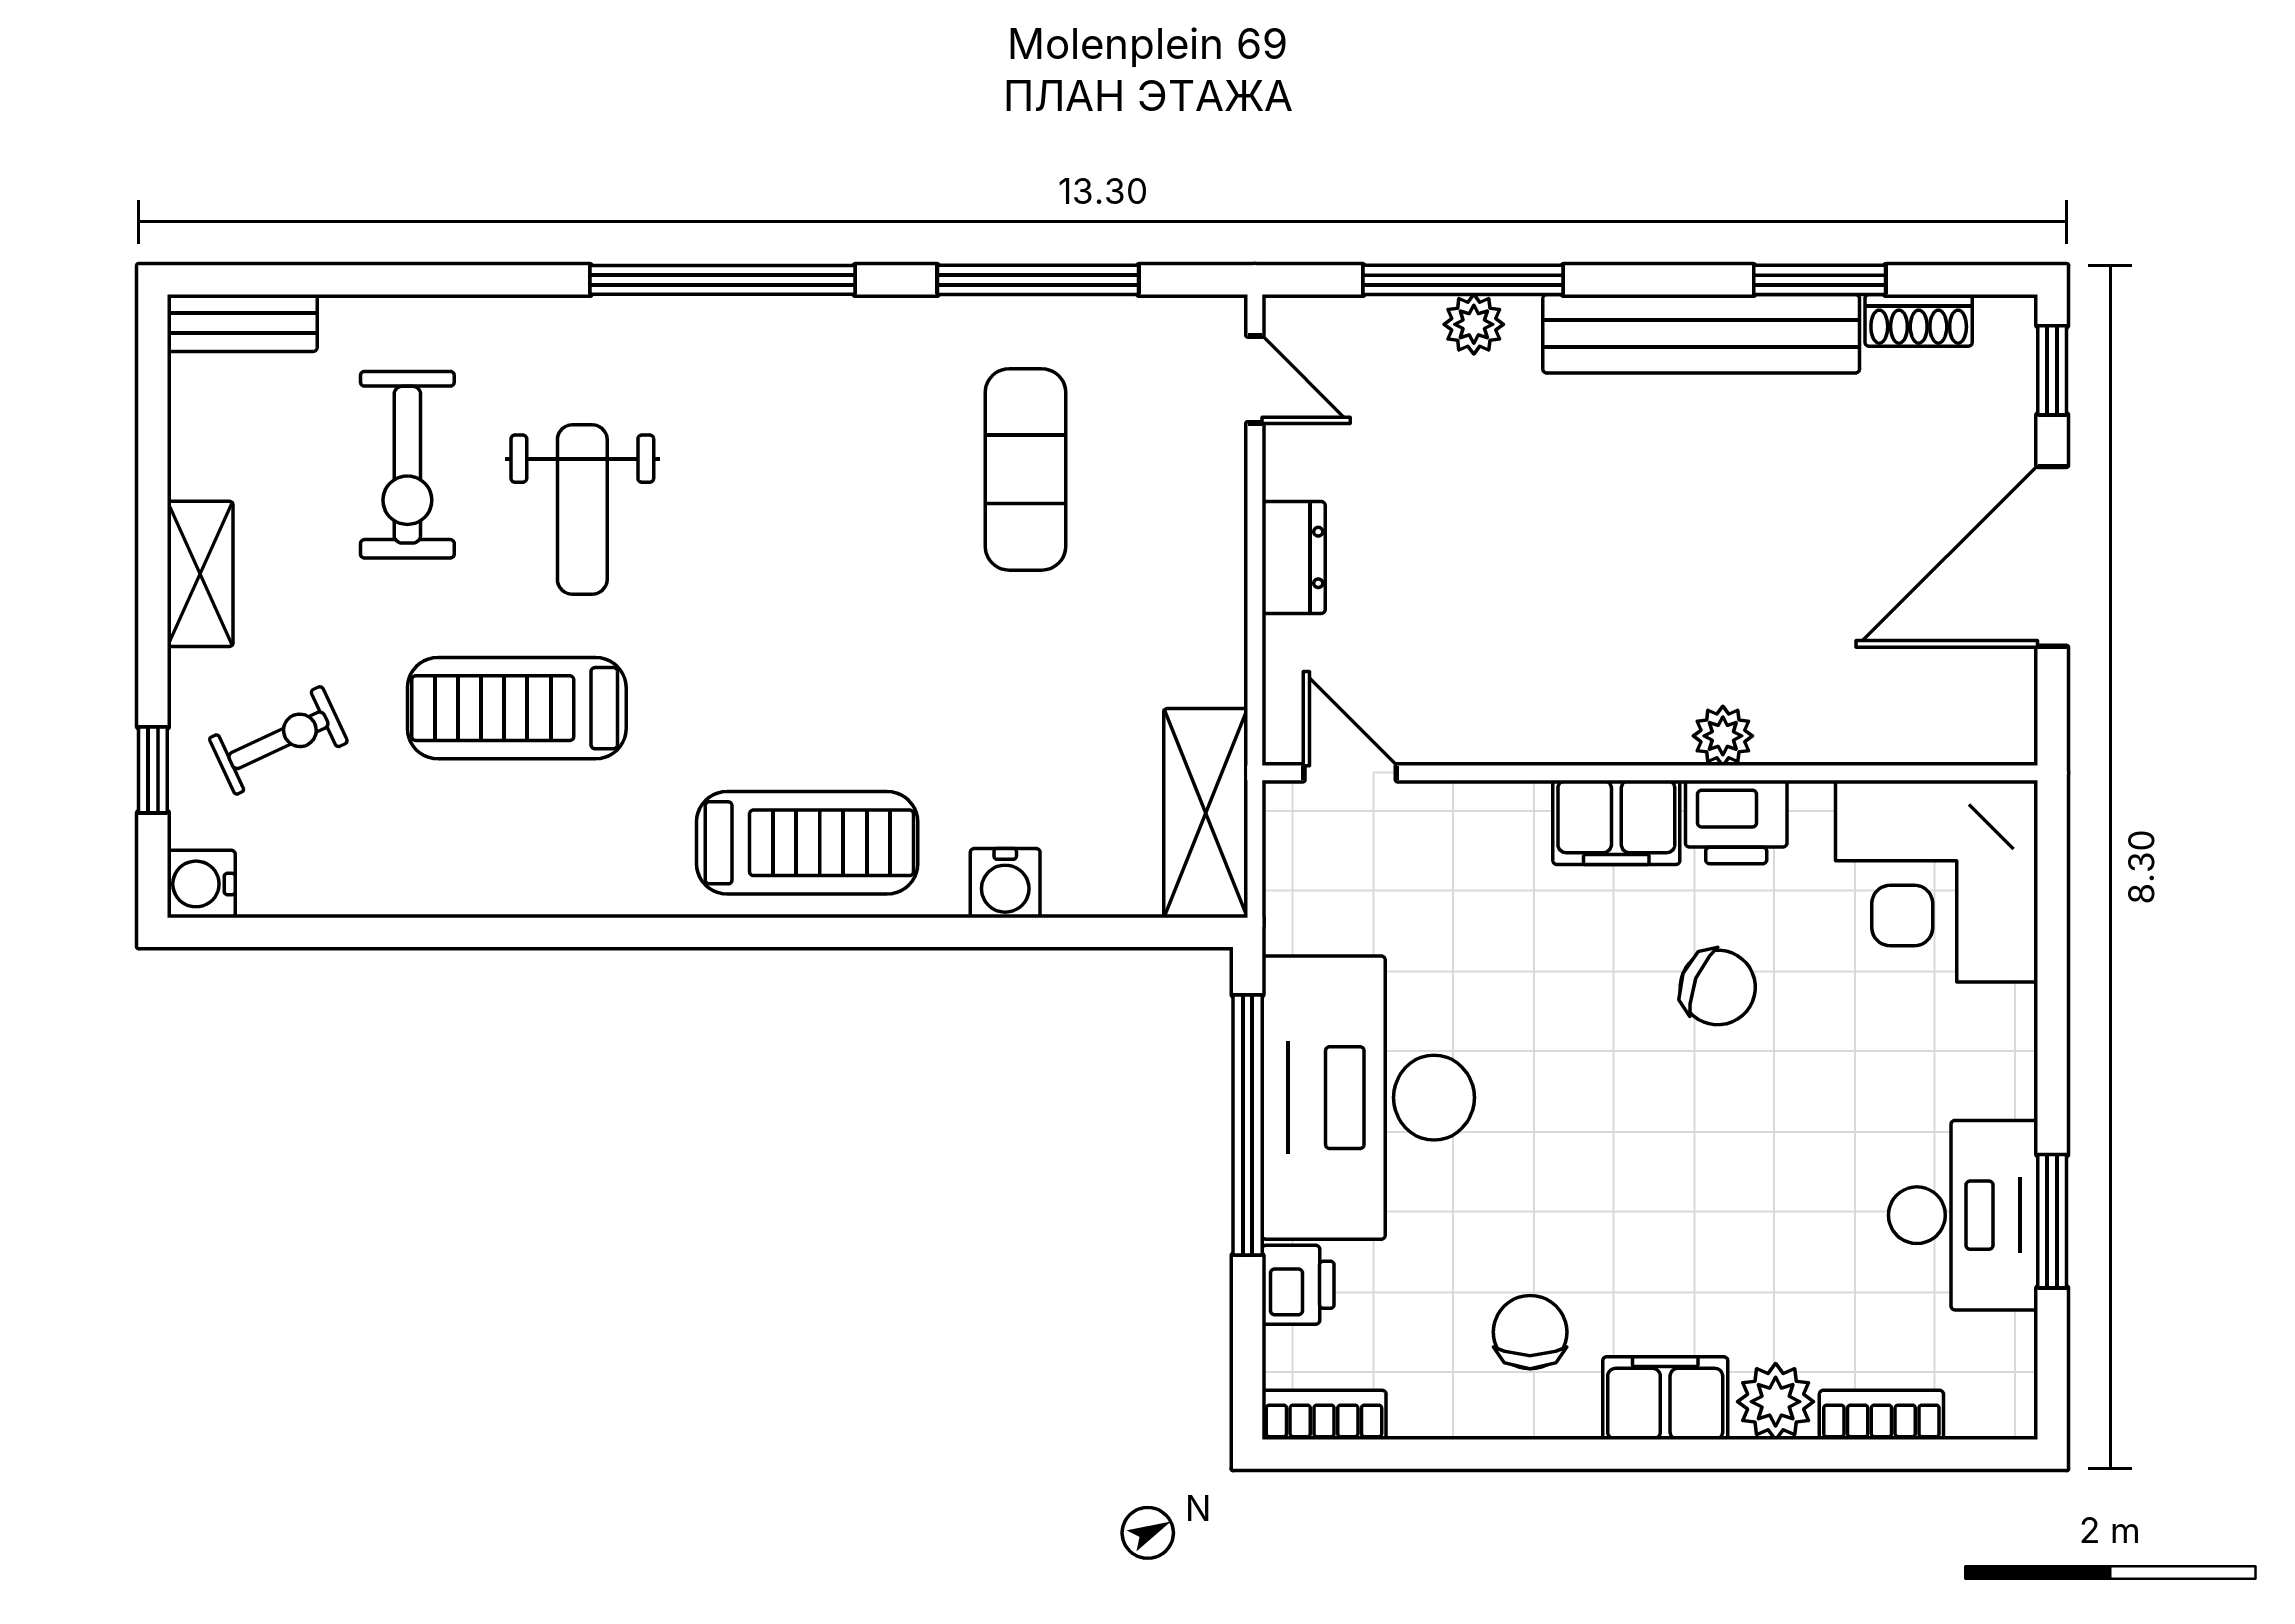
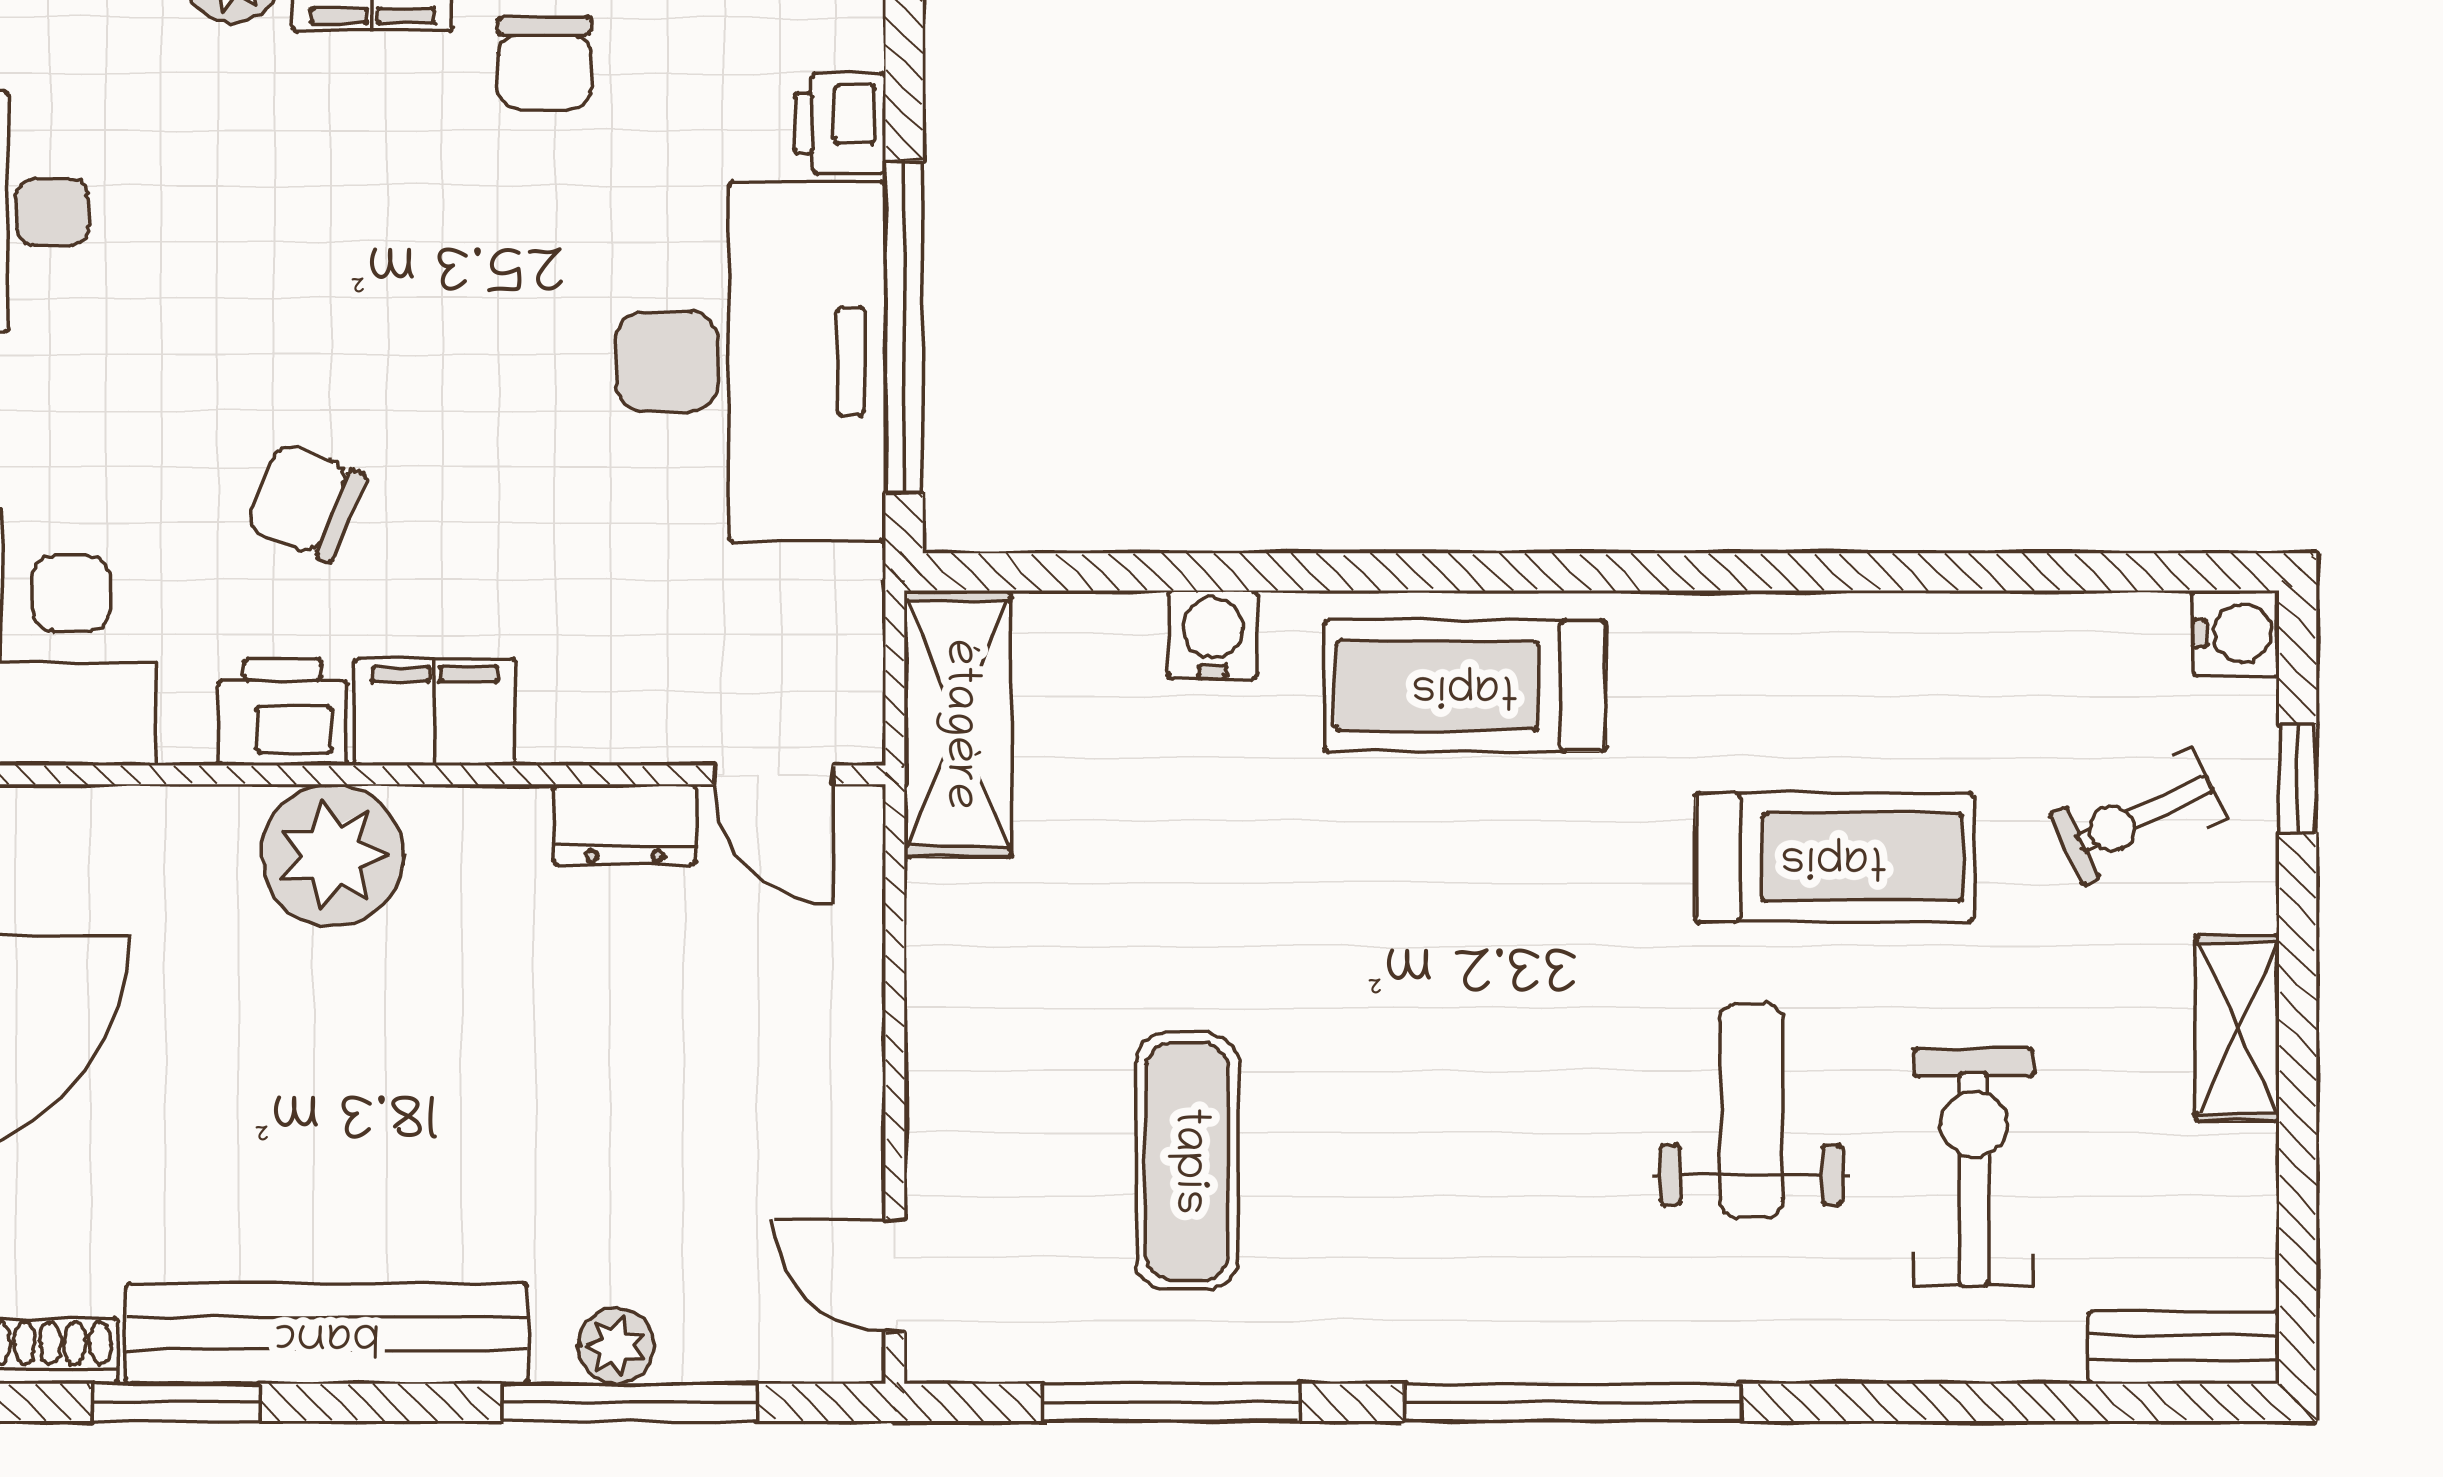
dresser: (1294, 557) -> (625, 824), moved, turned -90
plant: (1723, 736) -> (332, 855), width x1.88, depth x1.88

